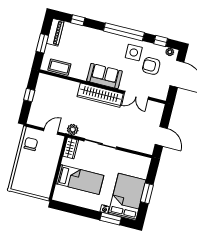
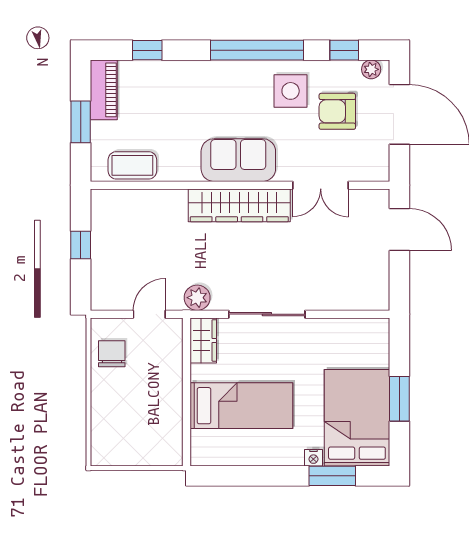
door: (161, 136) -> (399, 229), moved

